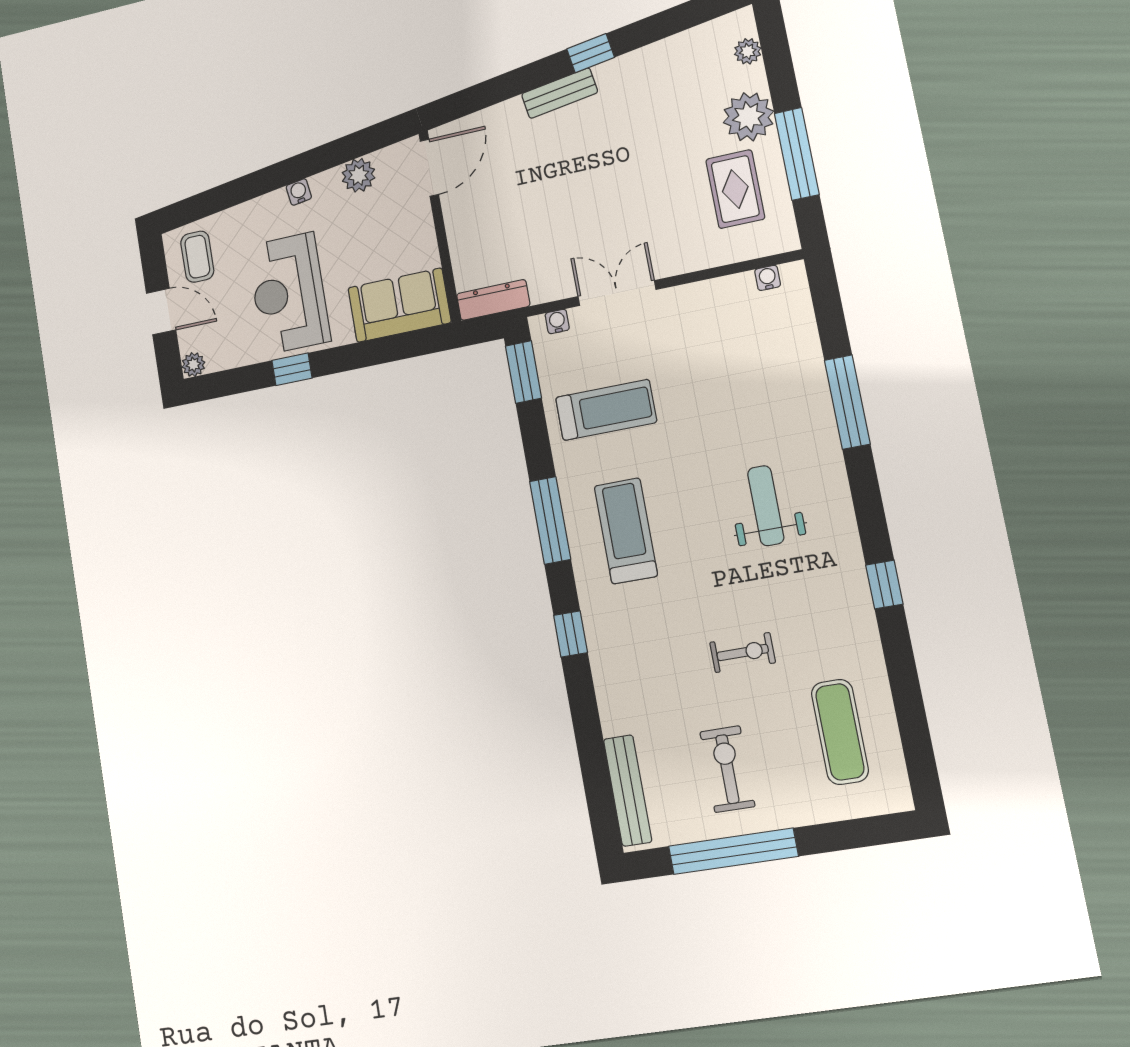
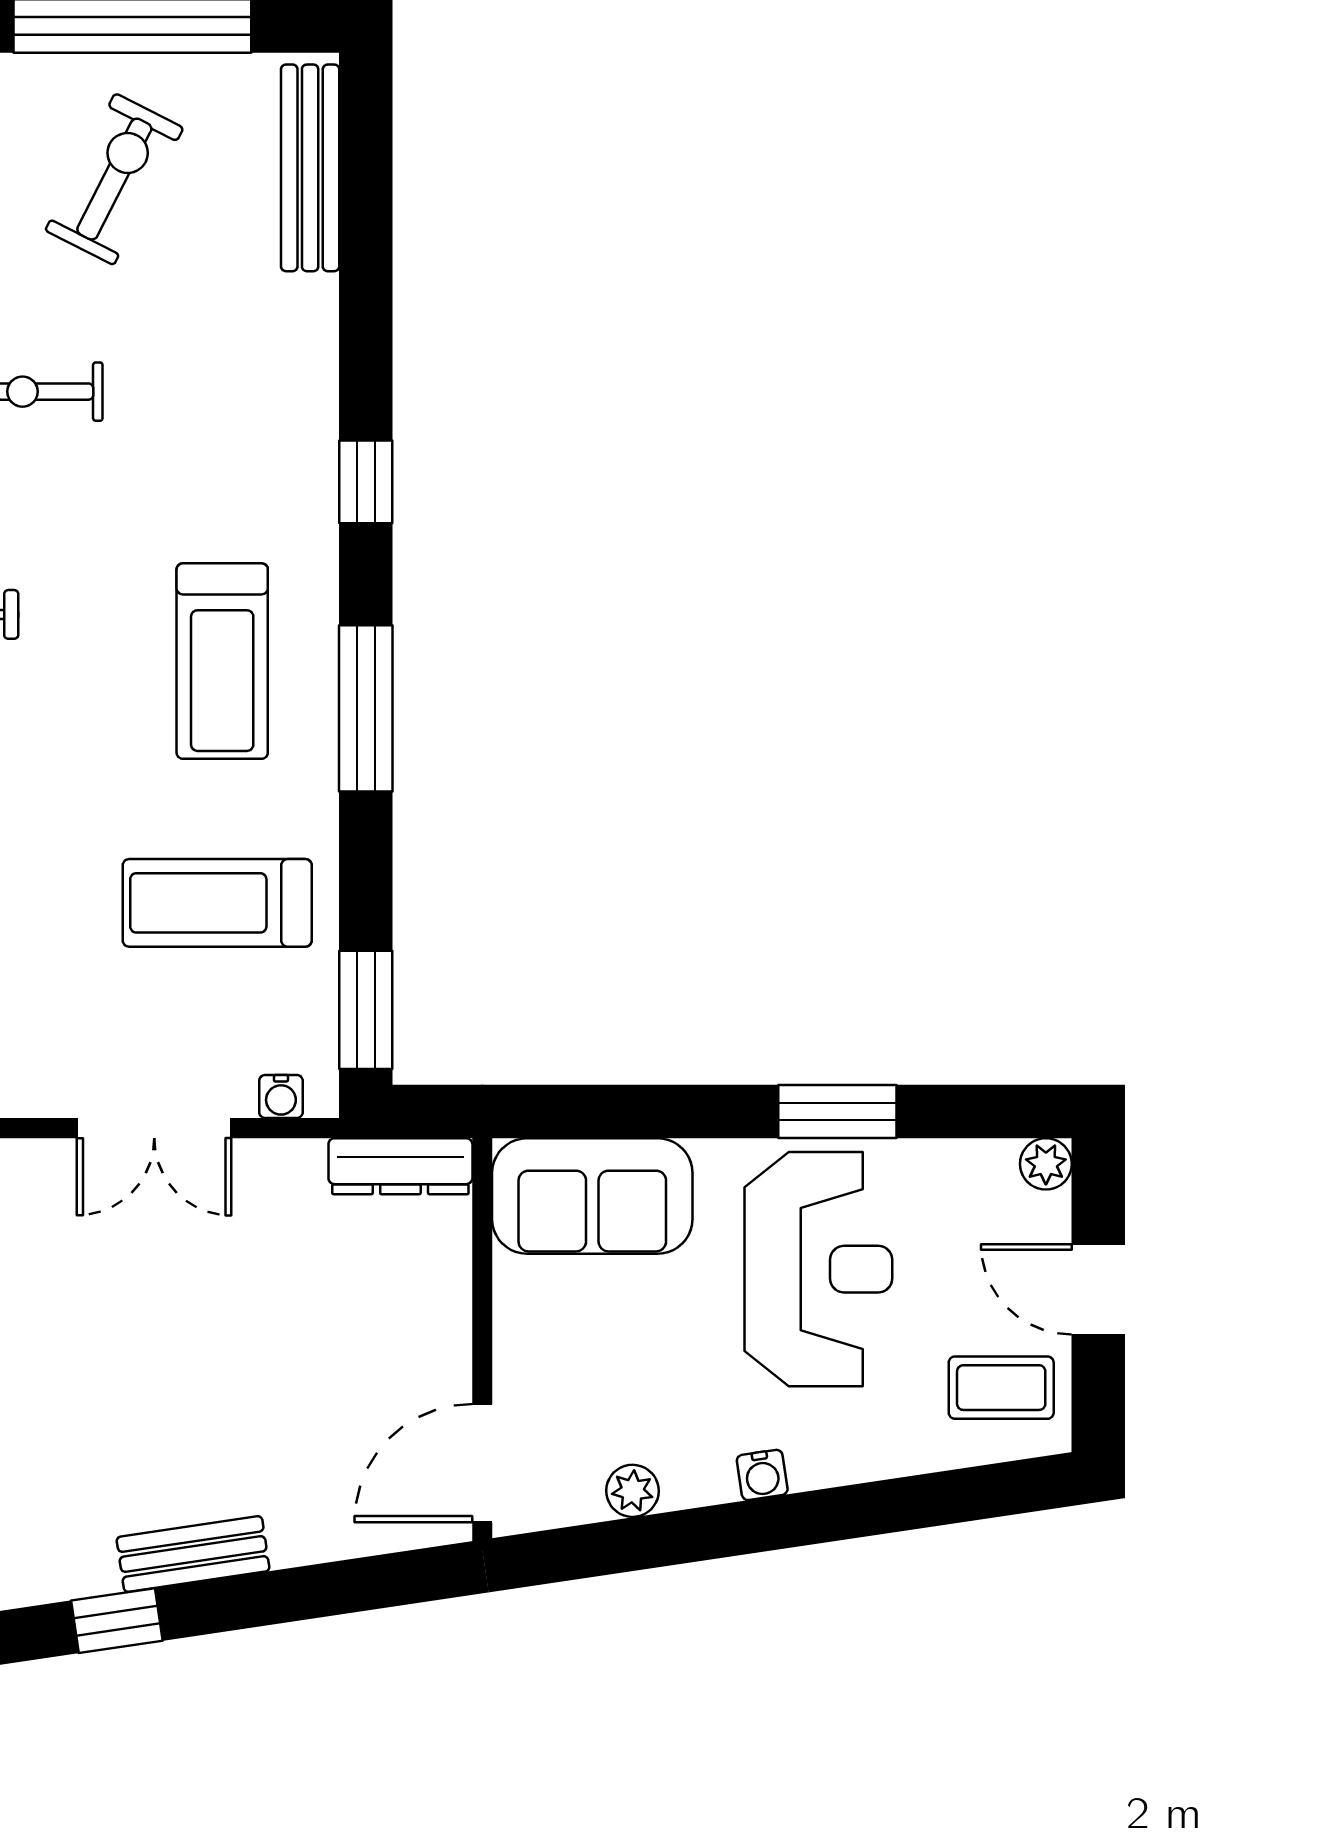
plant: (359, 175) -> (632, 1491), width x0.73, depth x0.73
coffee table: (197, 257) -> (1001, 1388), turned 90
window: (292, 369) -> (837, 1111), width x1.50
exercise bike: (727, 769) -> (114, 179), turned -153

